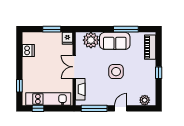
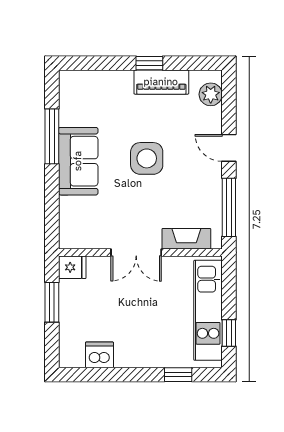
plant: (91, 40) -> (76, 215), removed
piano: (150, 47) -> (161, 82), moved

